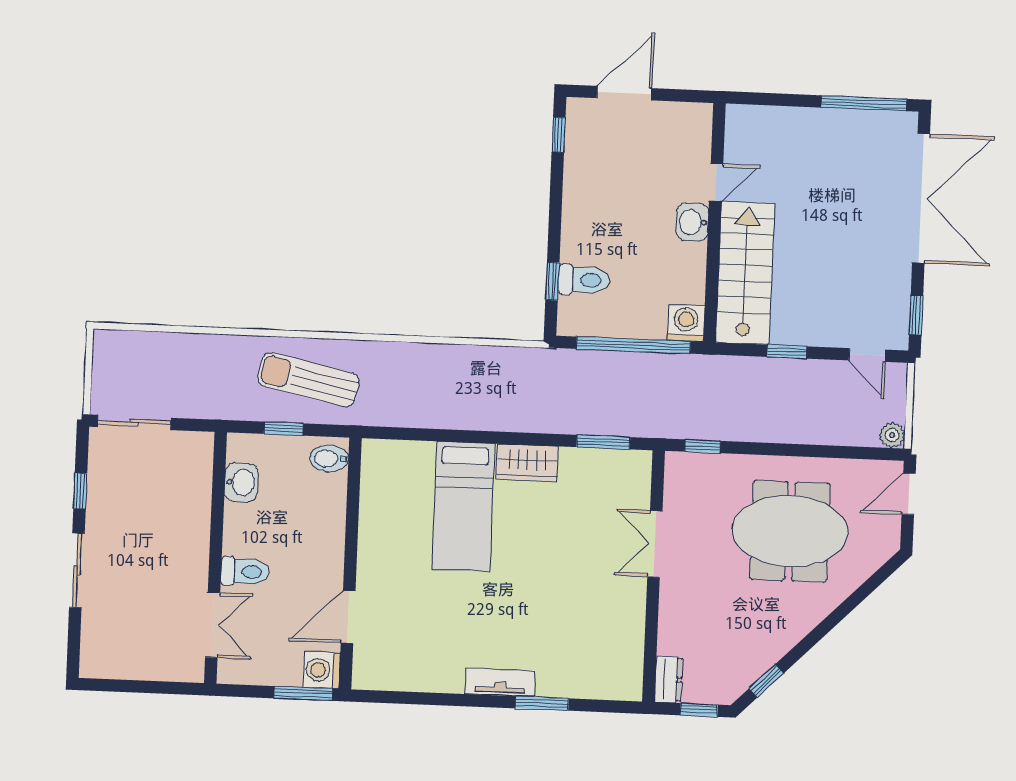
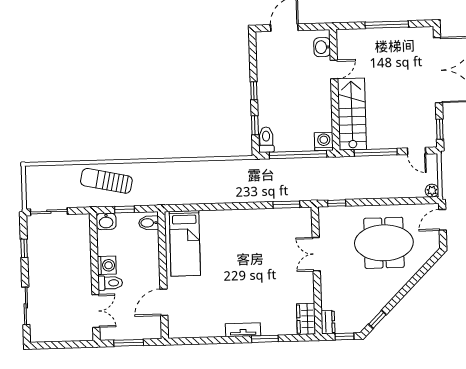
window: (864, 103) -> (387, 25), moved
window: (559, 135) -> (254, 91), moved
washbasin: (692, 222) -> (322, 47), moved
toilet: (584, 280) -> (266, 140), moved, turned -90
window: (787, 352) -> (376, 152), width x2.17
sun lounger: (308, 380) -> (106, 181), moved
wardrobe: (527, 463) -> (306, 319), moved, turned 90
washbasin: (241, 482) -> (106, 221), moved, turned 90
bed: (463, 507) -> (185, 243), moved
sliding door: (77, 570) -> (26, 306), moved
washing machine: (322, 670) -> (107, 265), moved, turned 180
window: (303, 693) -> (129, 343), moved

